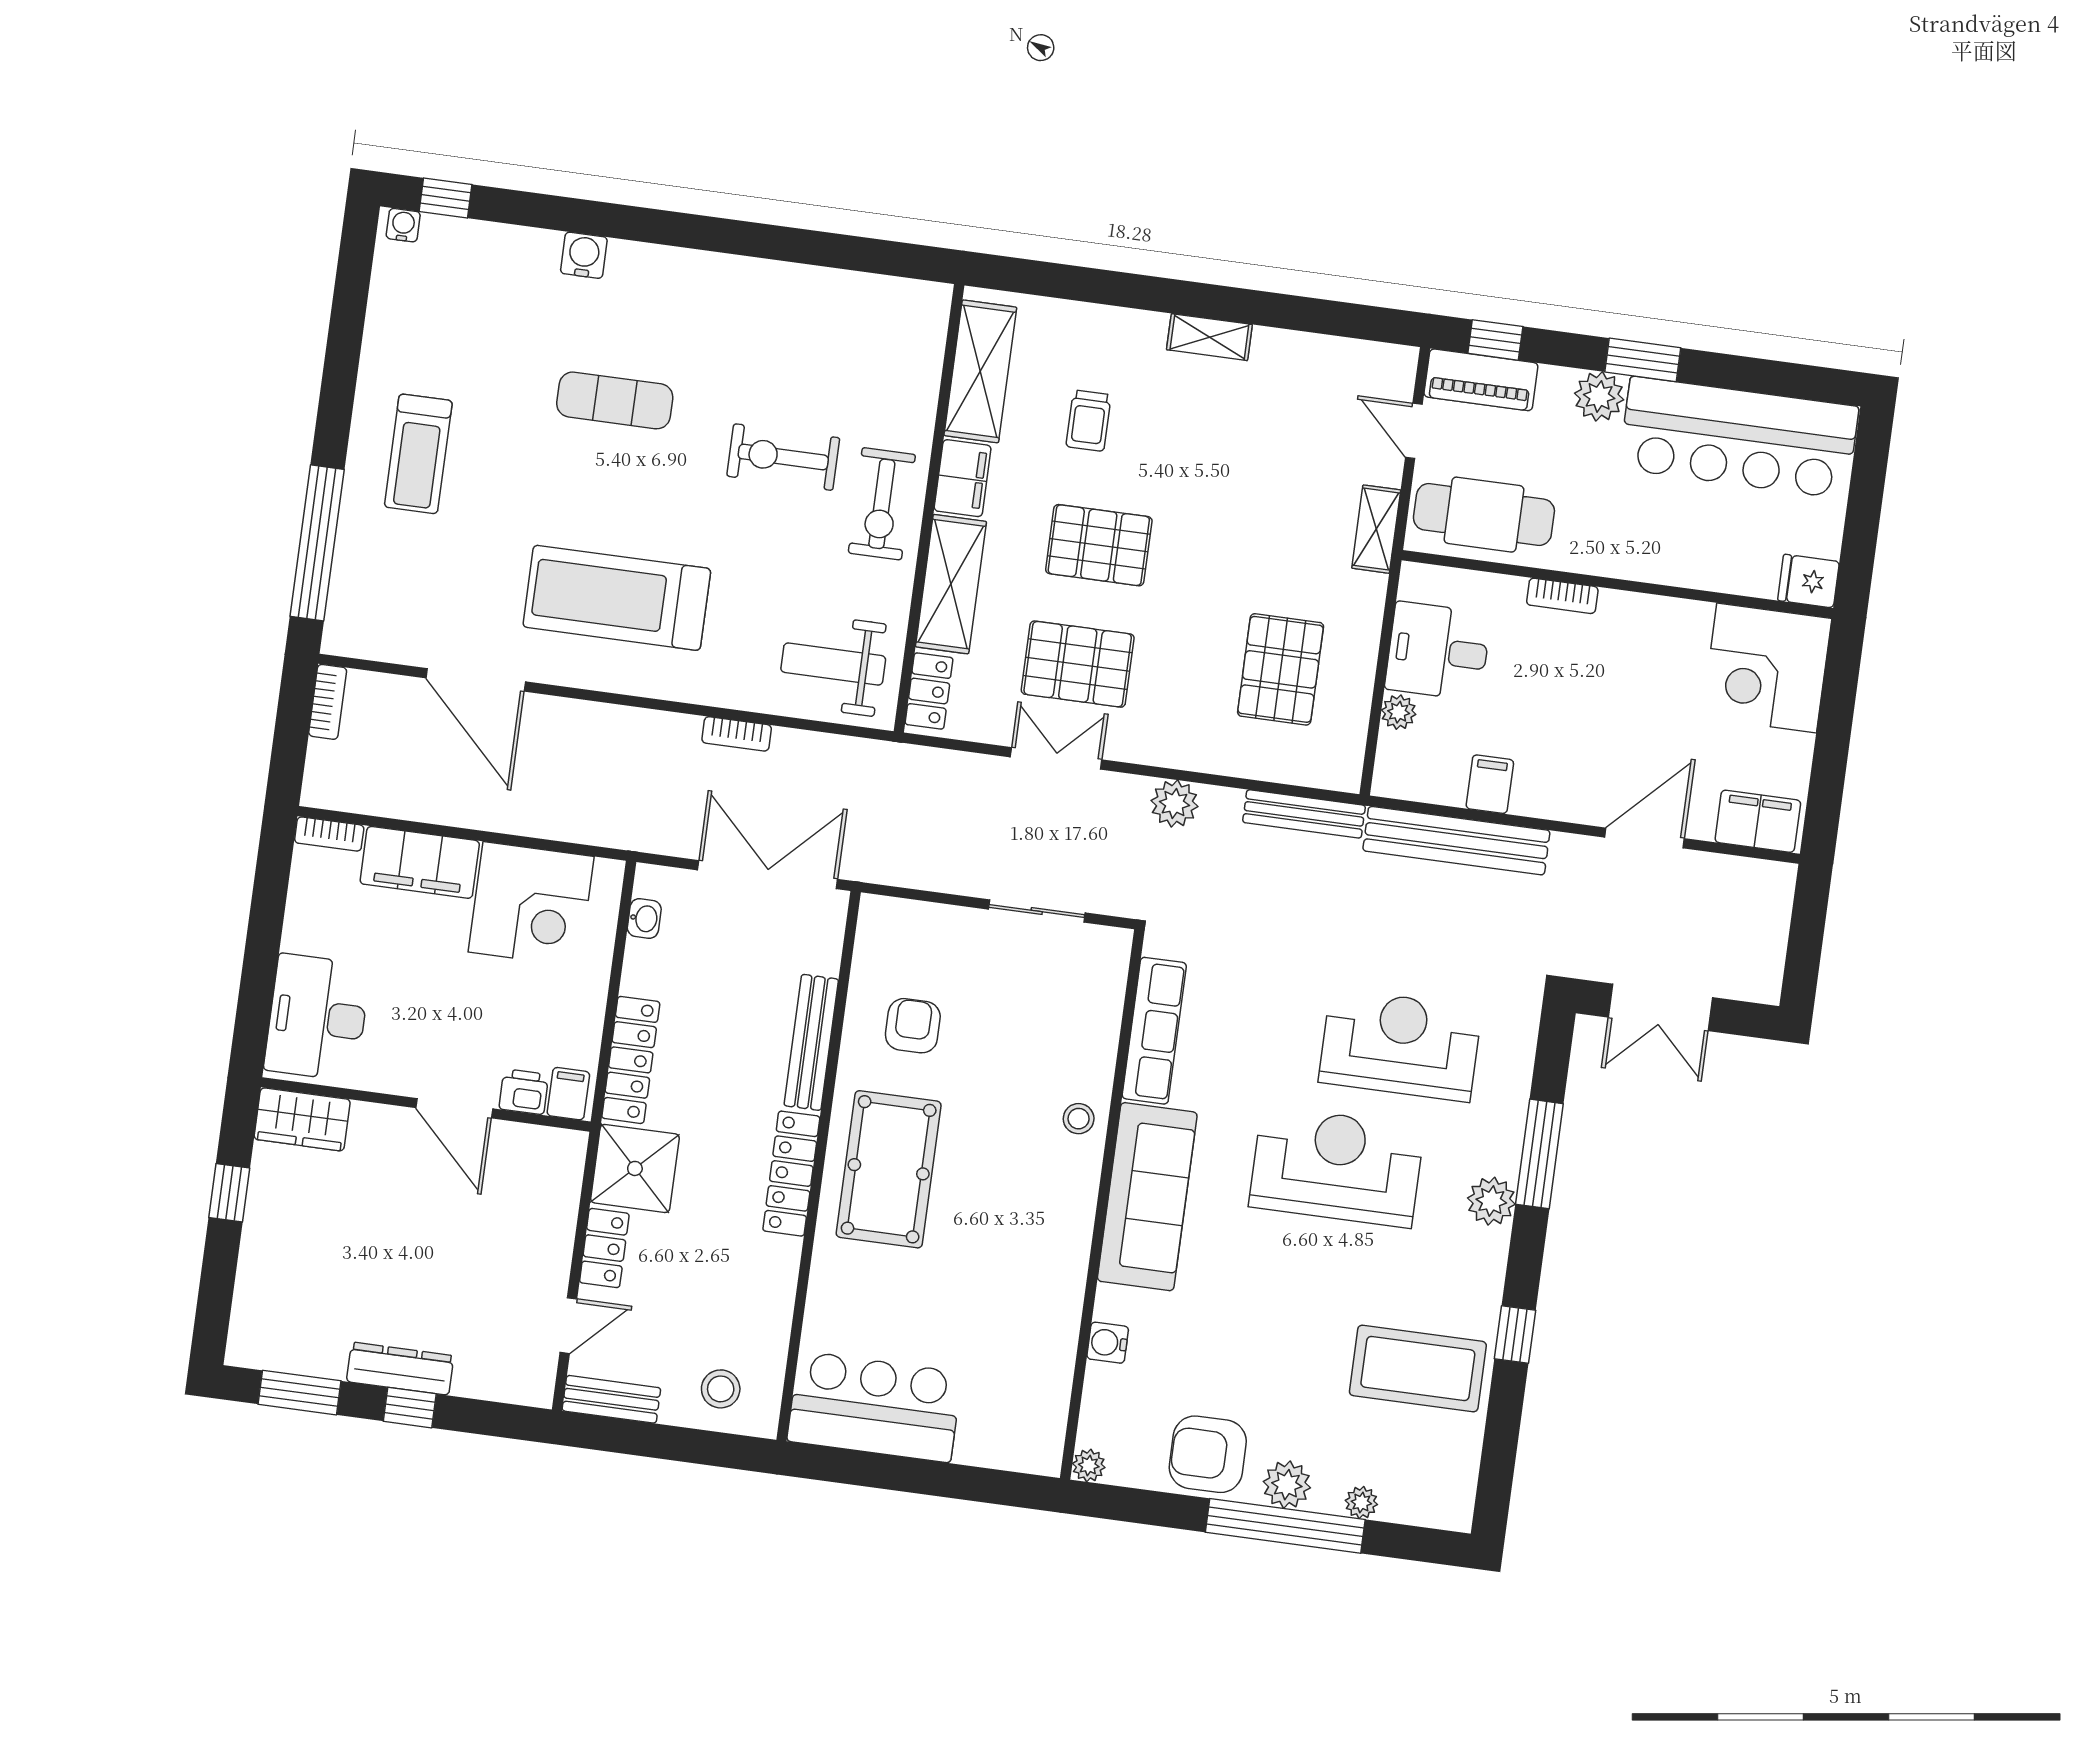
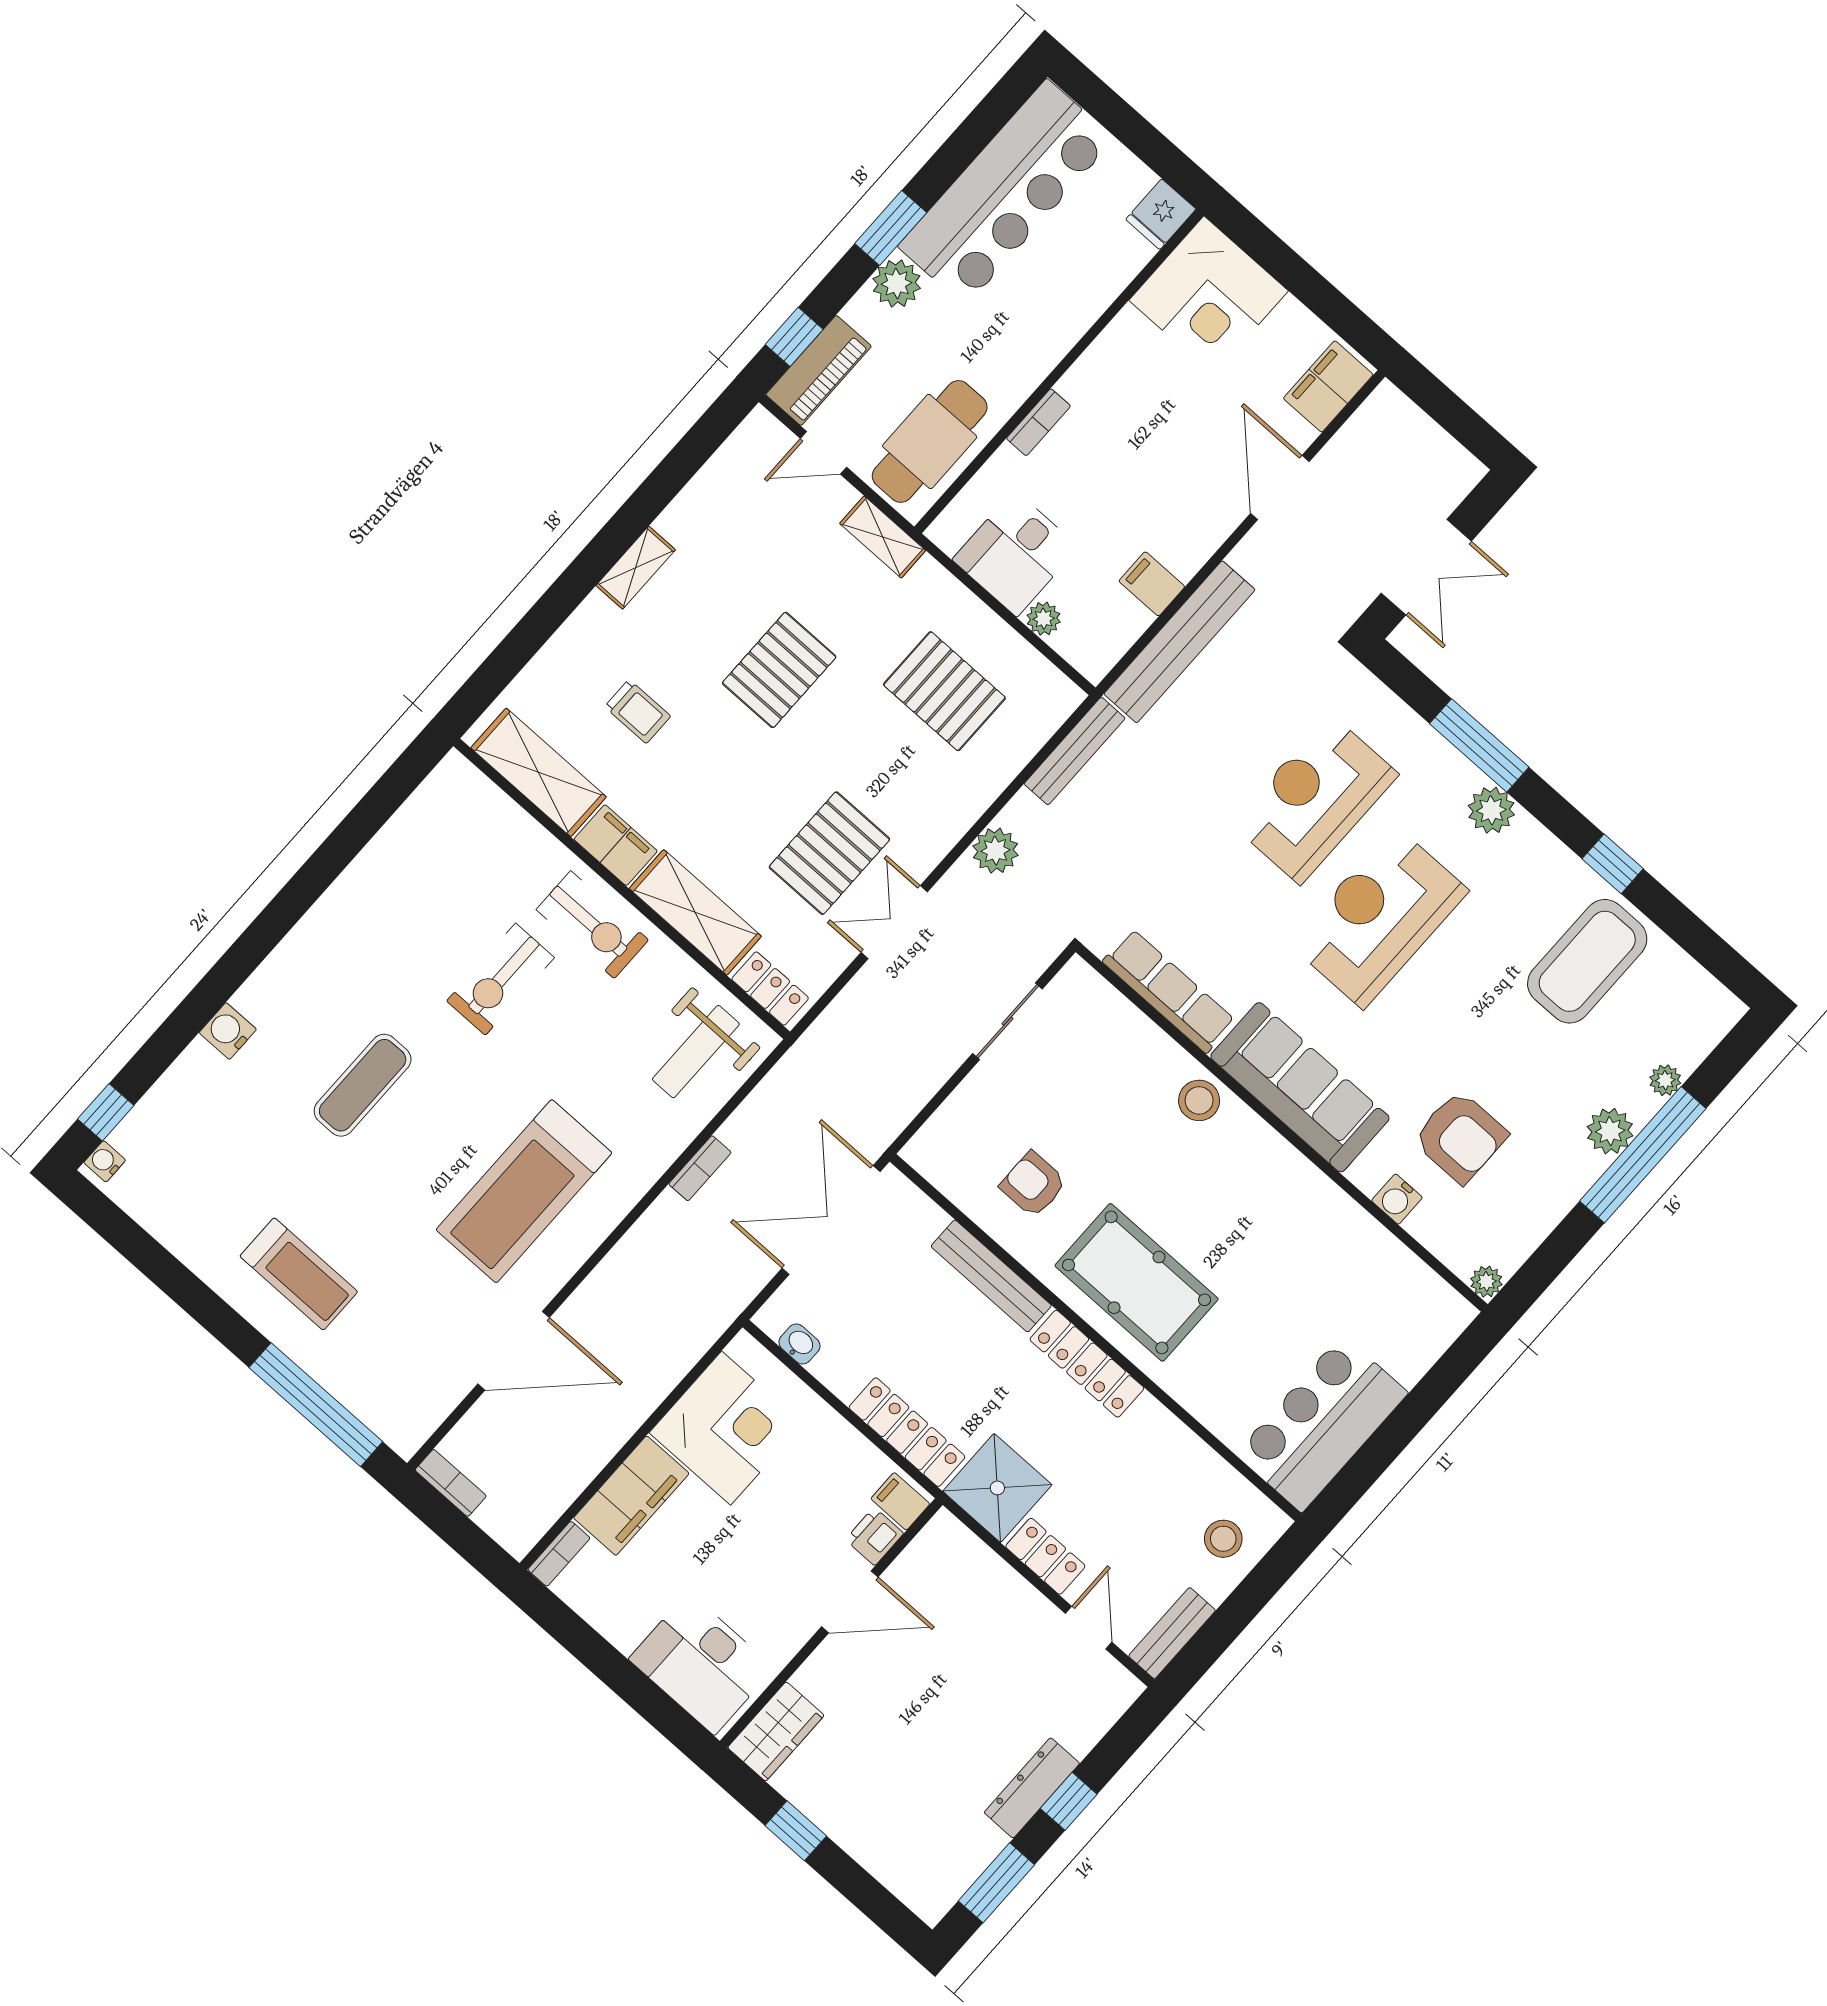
pallet: (1099, 545) -> (779, 670), moved
stool: (1079, 1119) -> (1199, 1100), width x1.37, depth x1.37
armchair: (1208, 1454) -> (1460, 1137), moved, turned -90

